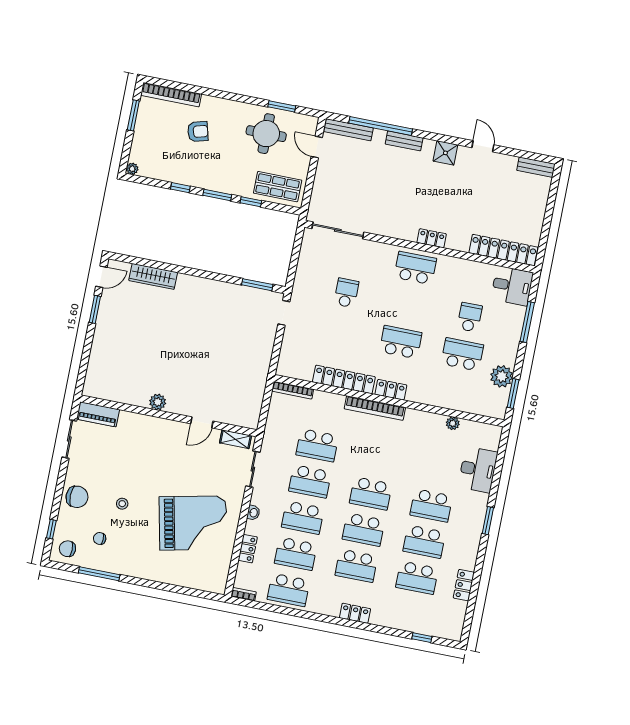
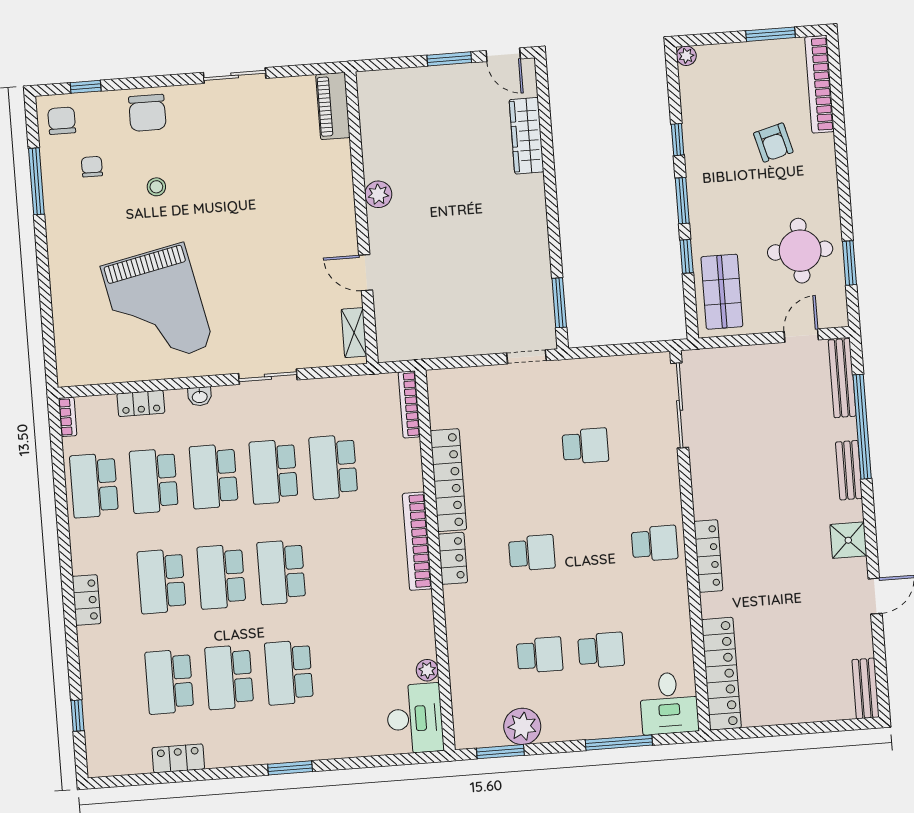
locker: (432, 238) -> (708, 556), width x1.53
school desk: (415, 268) -> (655, 543), width x0.54
school desk: (401, 342) -> (532, 553), width x0.54
school desk: (462, 354) -> (540, 655), width x0.54
plant: (158, 402) -> (378, 194), moved
piano: (98, 414) -> (333, 106), moved
wall: (169, 416) -> (361, 218), moved
door: (202, 422) -> (366, 273), moved
shelving: (235, 439) -> (354, 333), moved
desk: (478, 470) -> (415, 719), moved, turned -90

